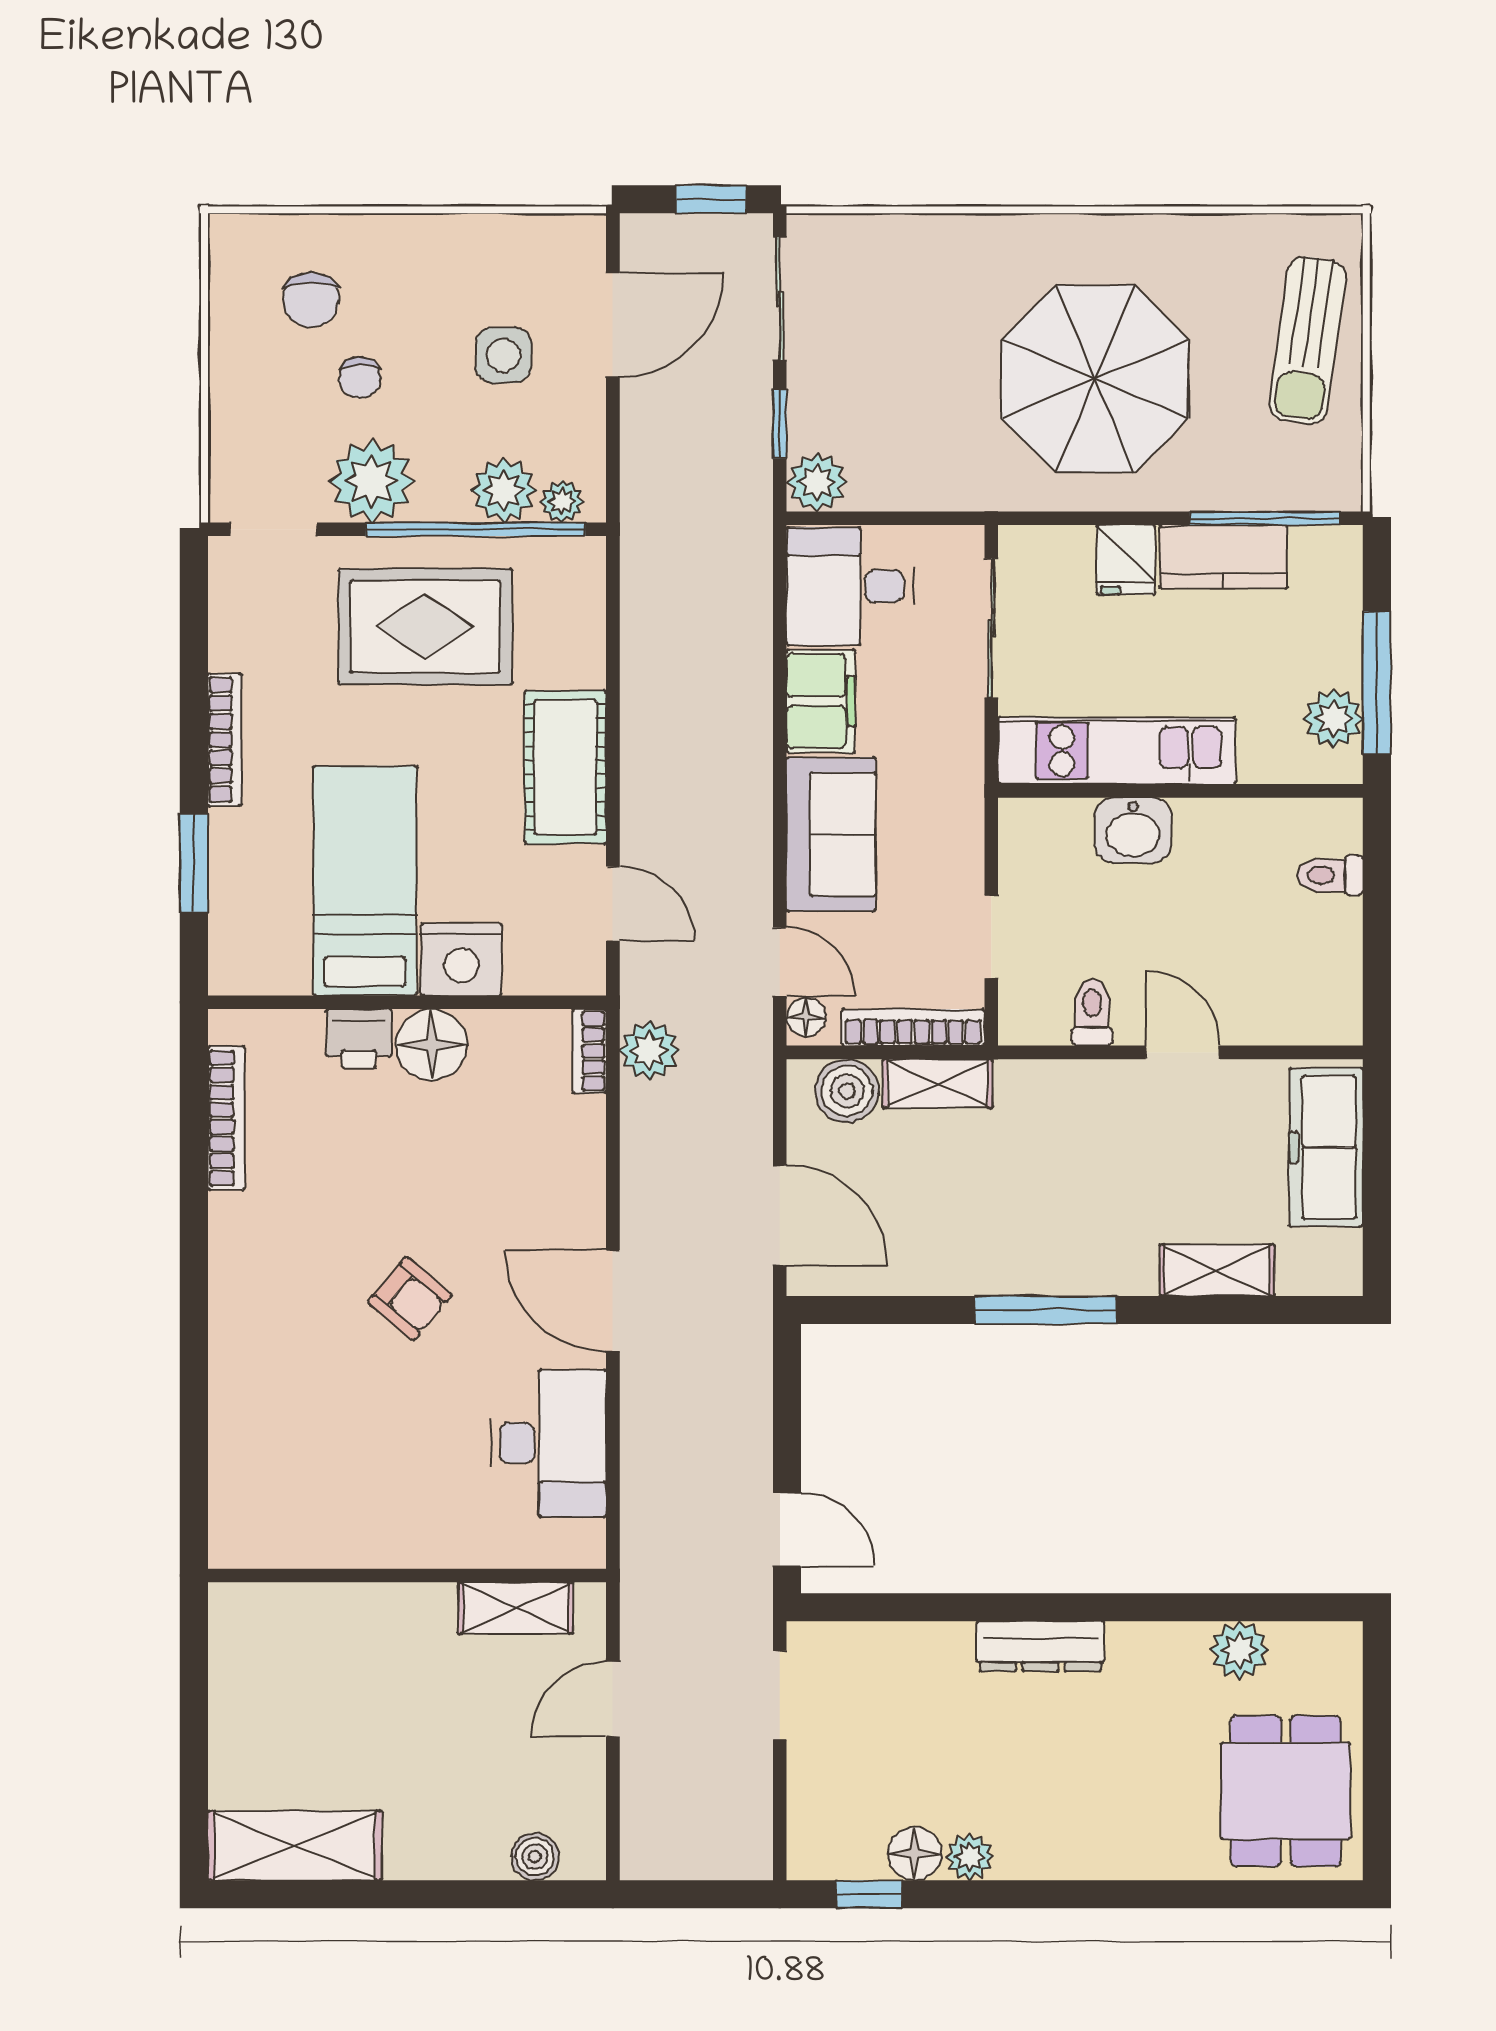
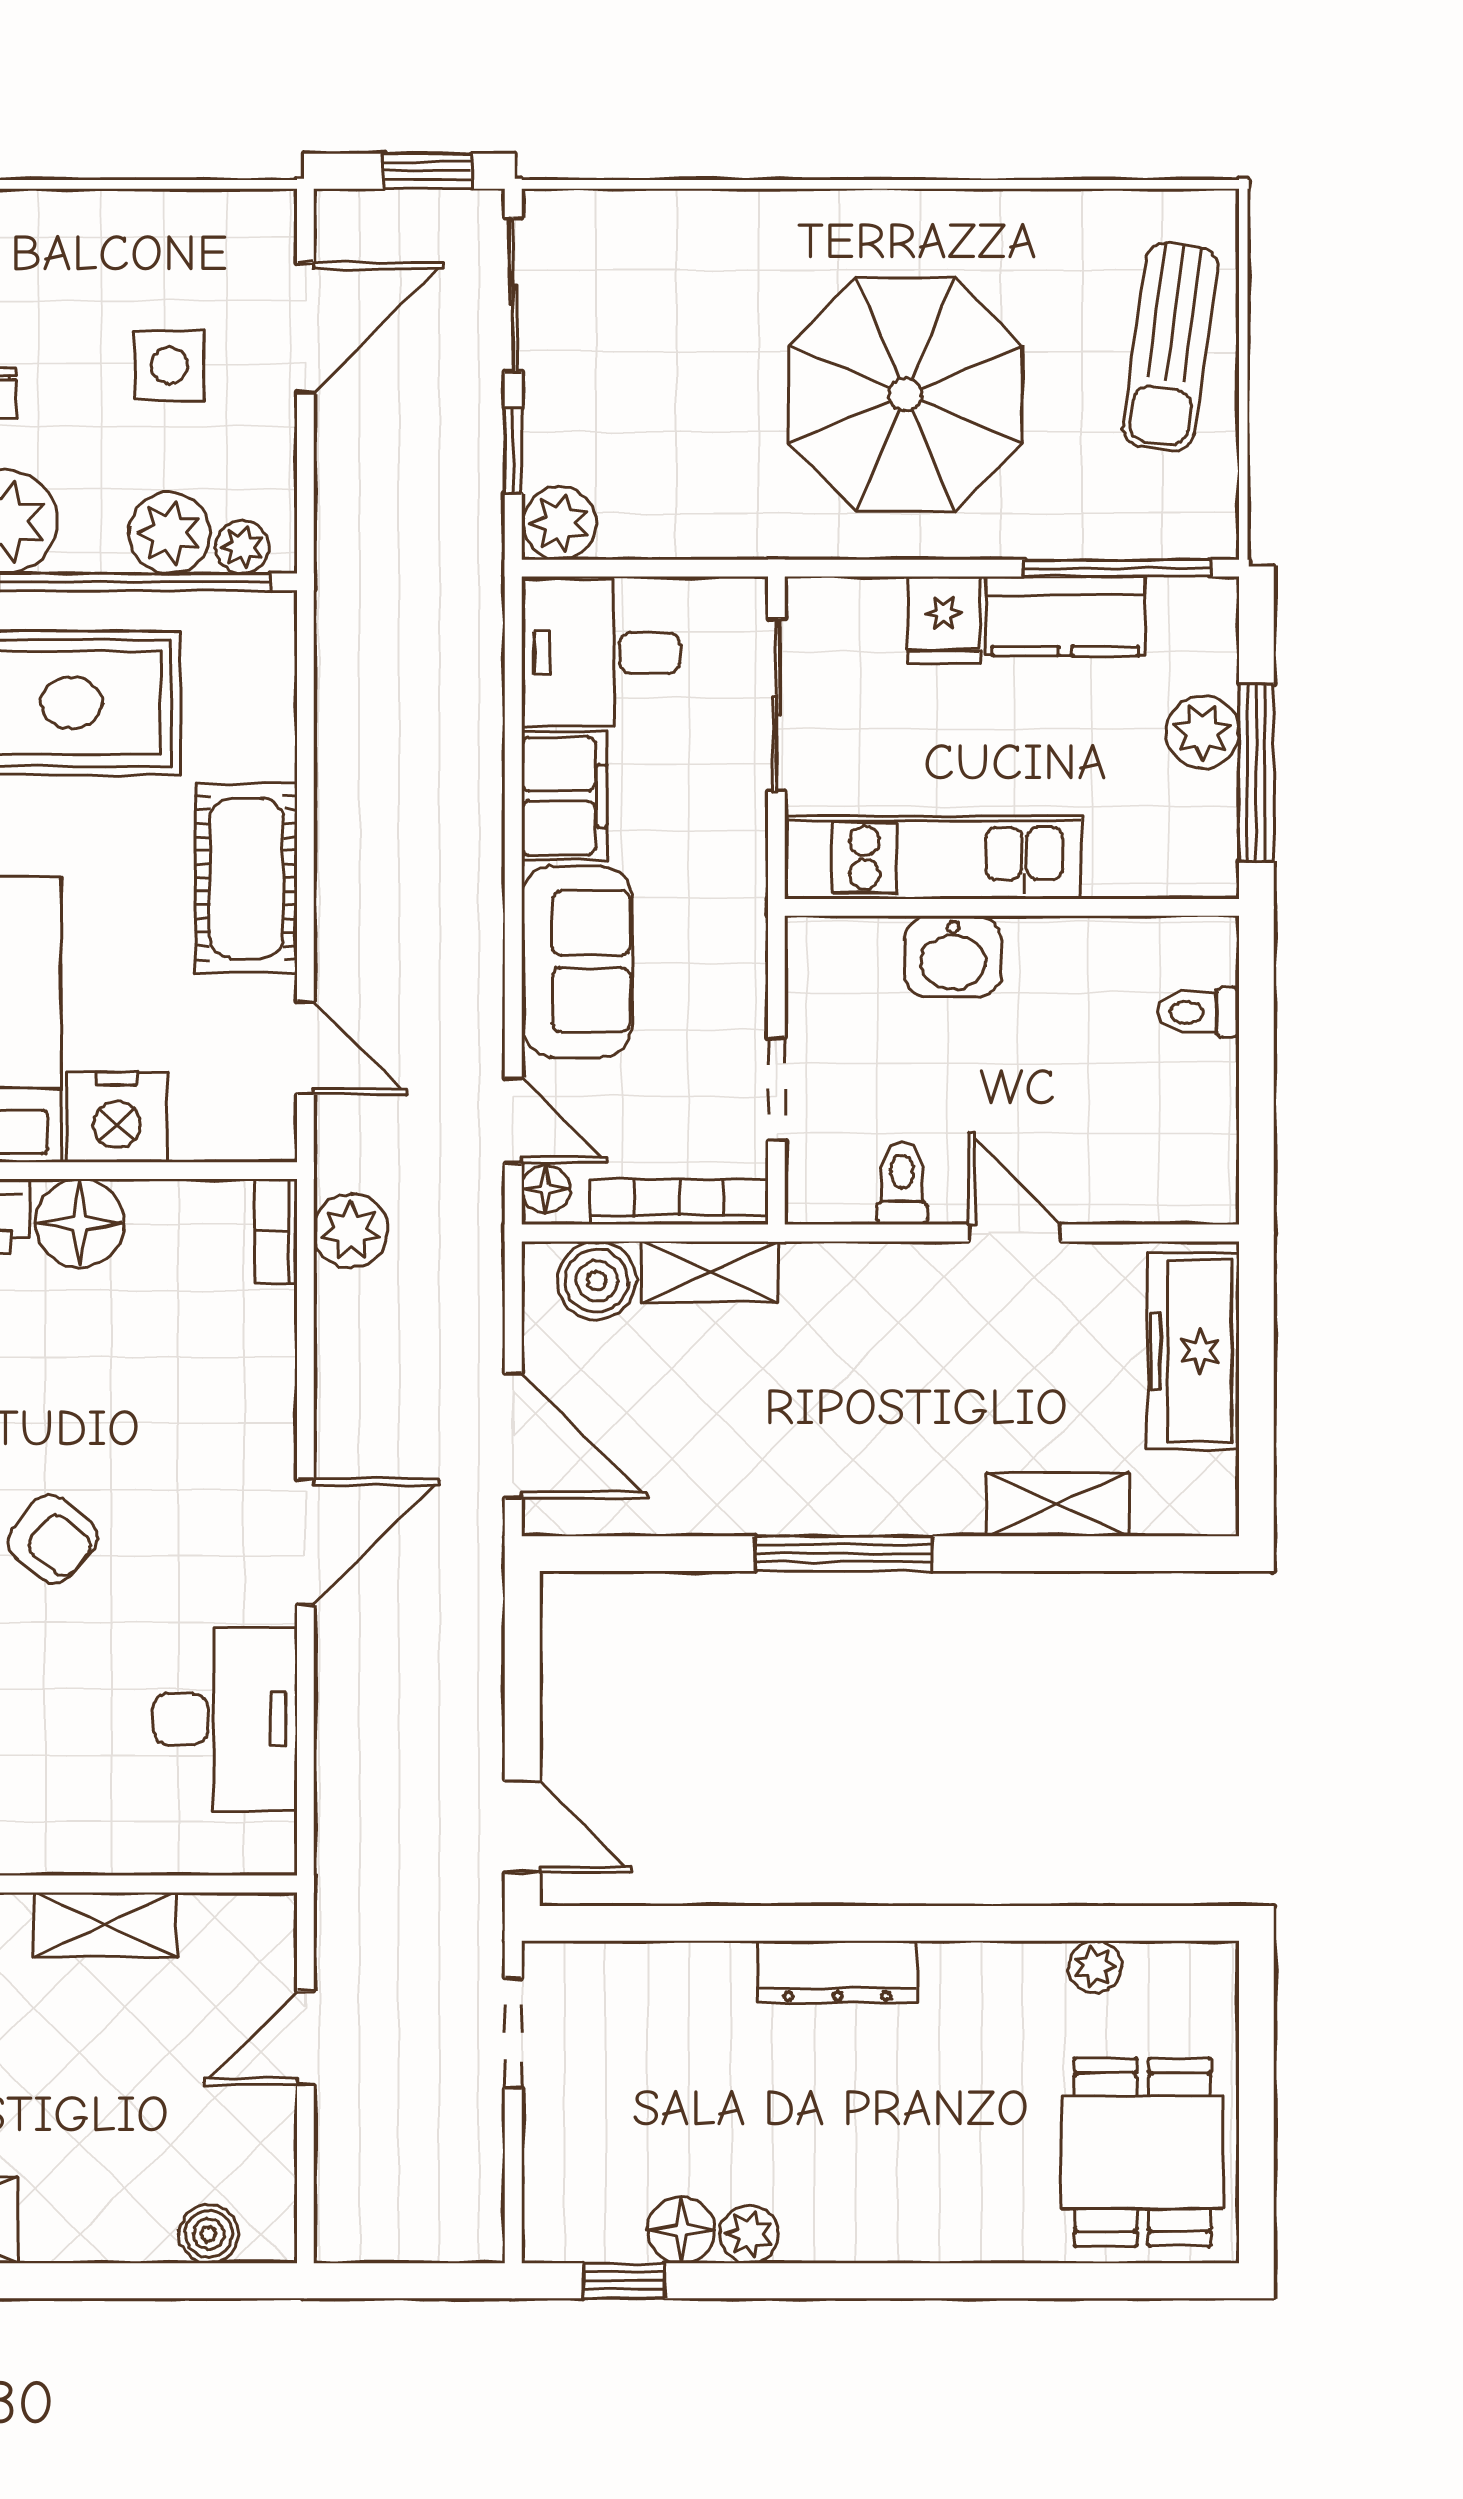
plant: (1334, 719) -> (1202, 732), moved
door: (613, 1301) -> (305, 1542), swing flipped
shelving: (516, 1608) -> (105, 1924), moved
plant: (1239, 1650) -> (1095, 1967), width x0.73, depth x0.73

